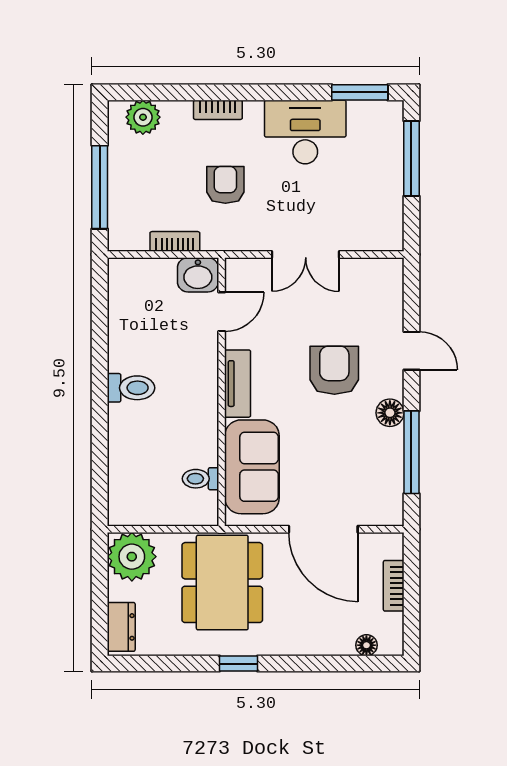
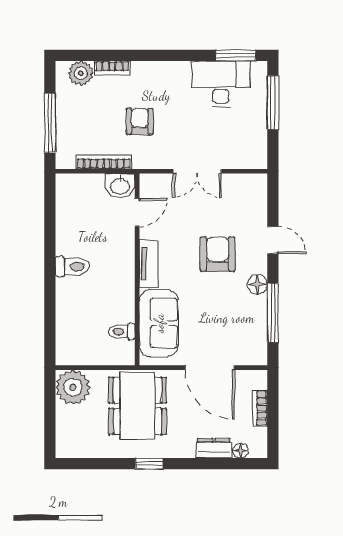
bookcase: (218, 110) -> (112, 68), moved
desk: (305, 132) -> (221, 84), moved
bookcase: (175, 241) -> (104, 162), width x1.56
dresser: (121, 627) -> (214, 448), moved, turned -90

